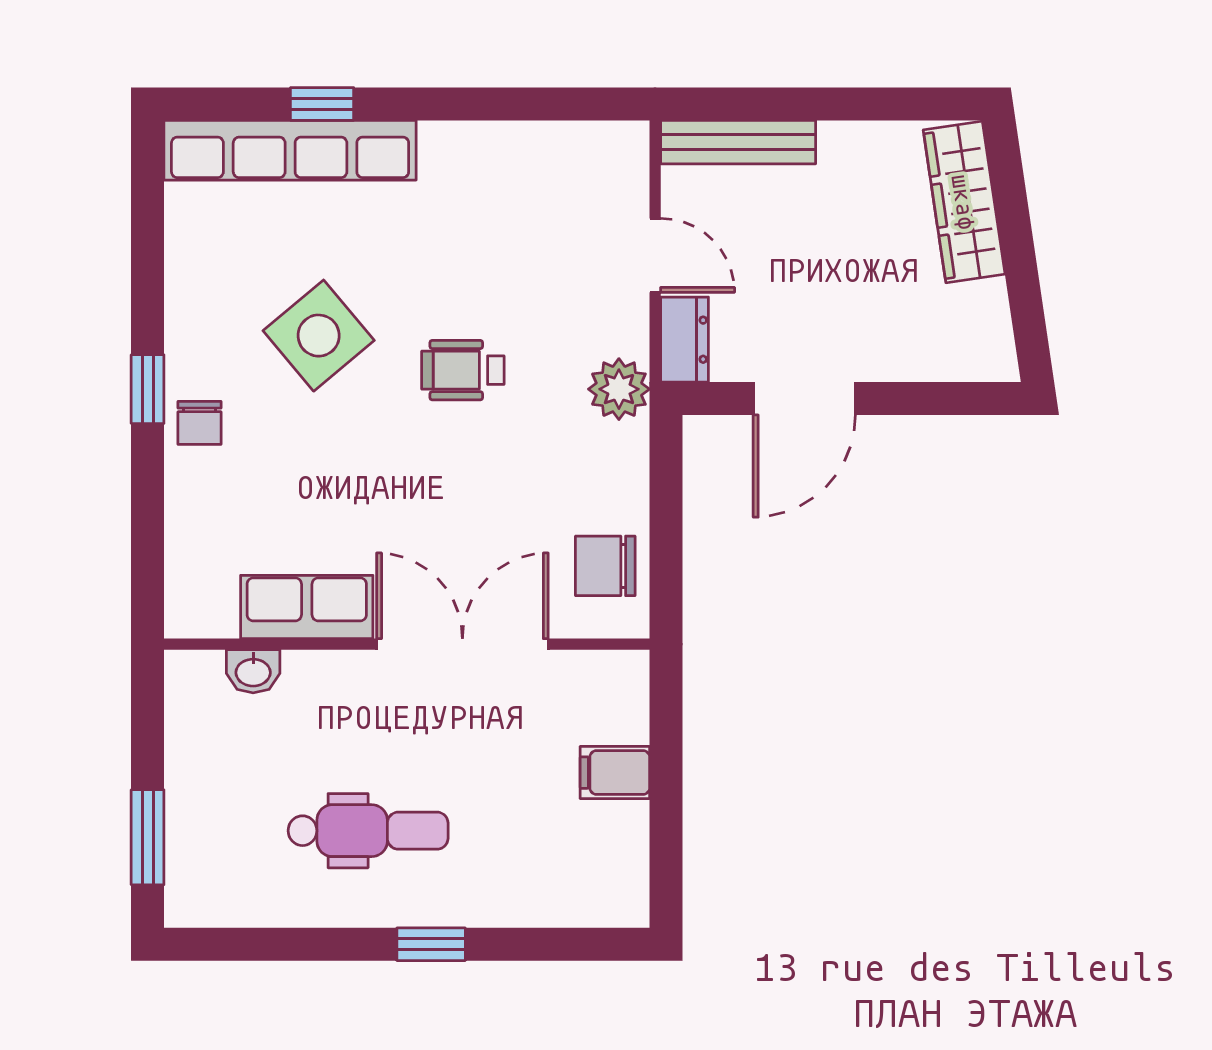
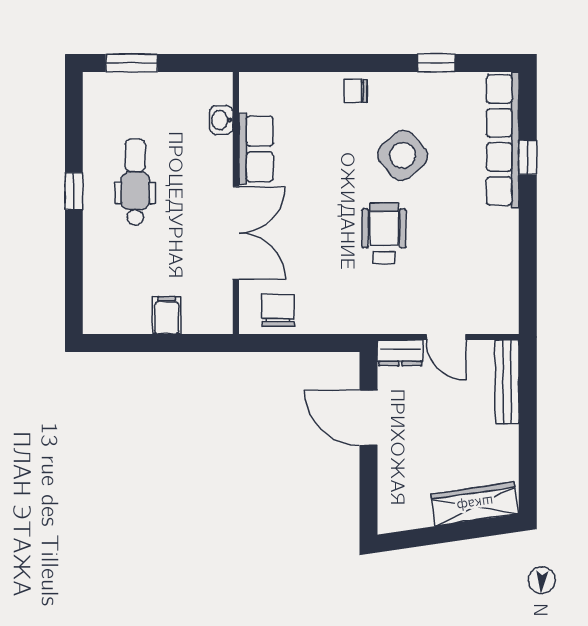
door: (655, 255) -> (446, 337), hinge flipped
wheelchair: (463, 370) -> (384, 233), width x1.36, depth x1.37
window: (148, 389) -> (436, 63), moved
plant: (619, 389) -> (374, 318), removed
dental chair: (368, 831) -> (135, 182), turned 180
window: (431, 944) -> (74, 191), moved

